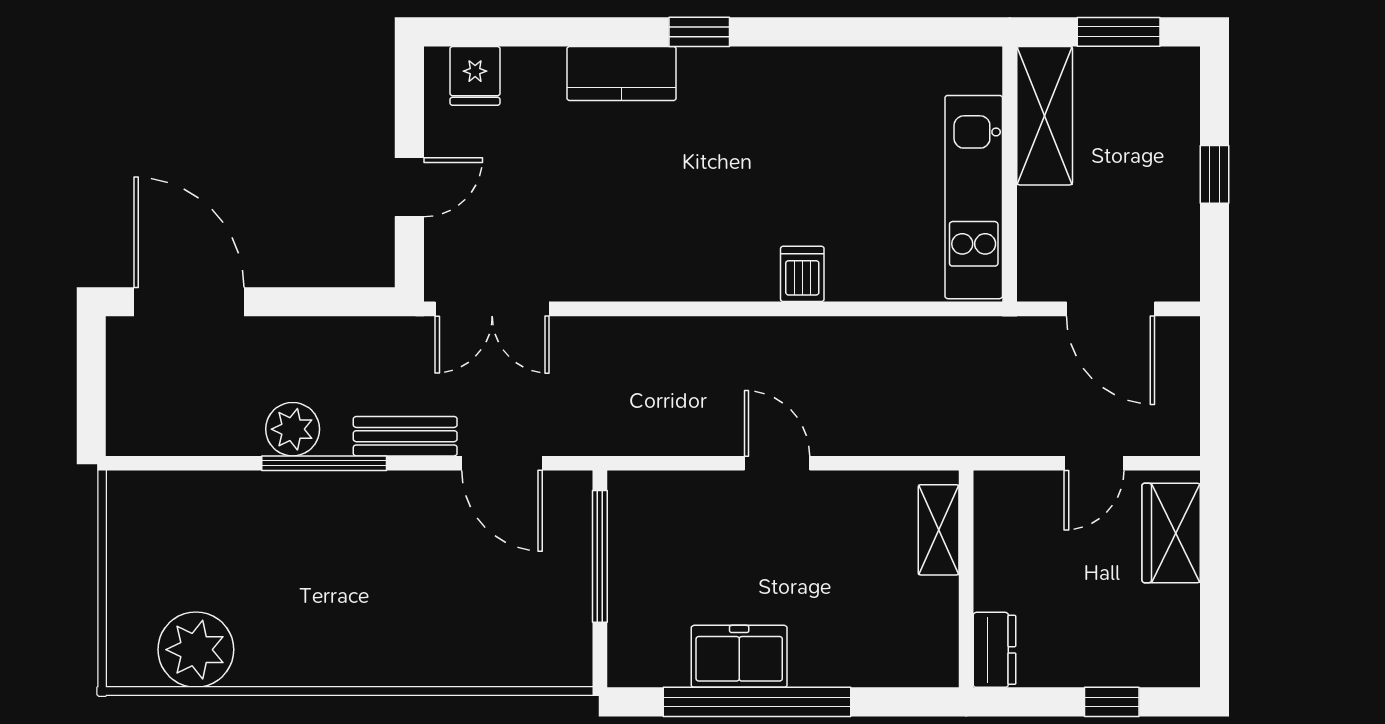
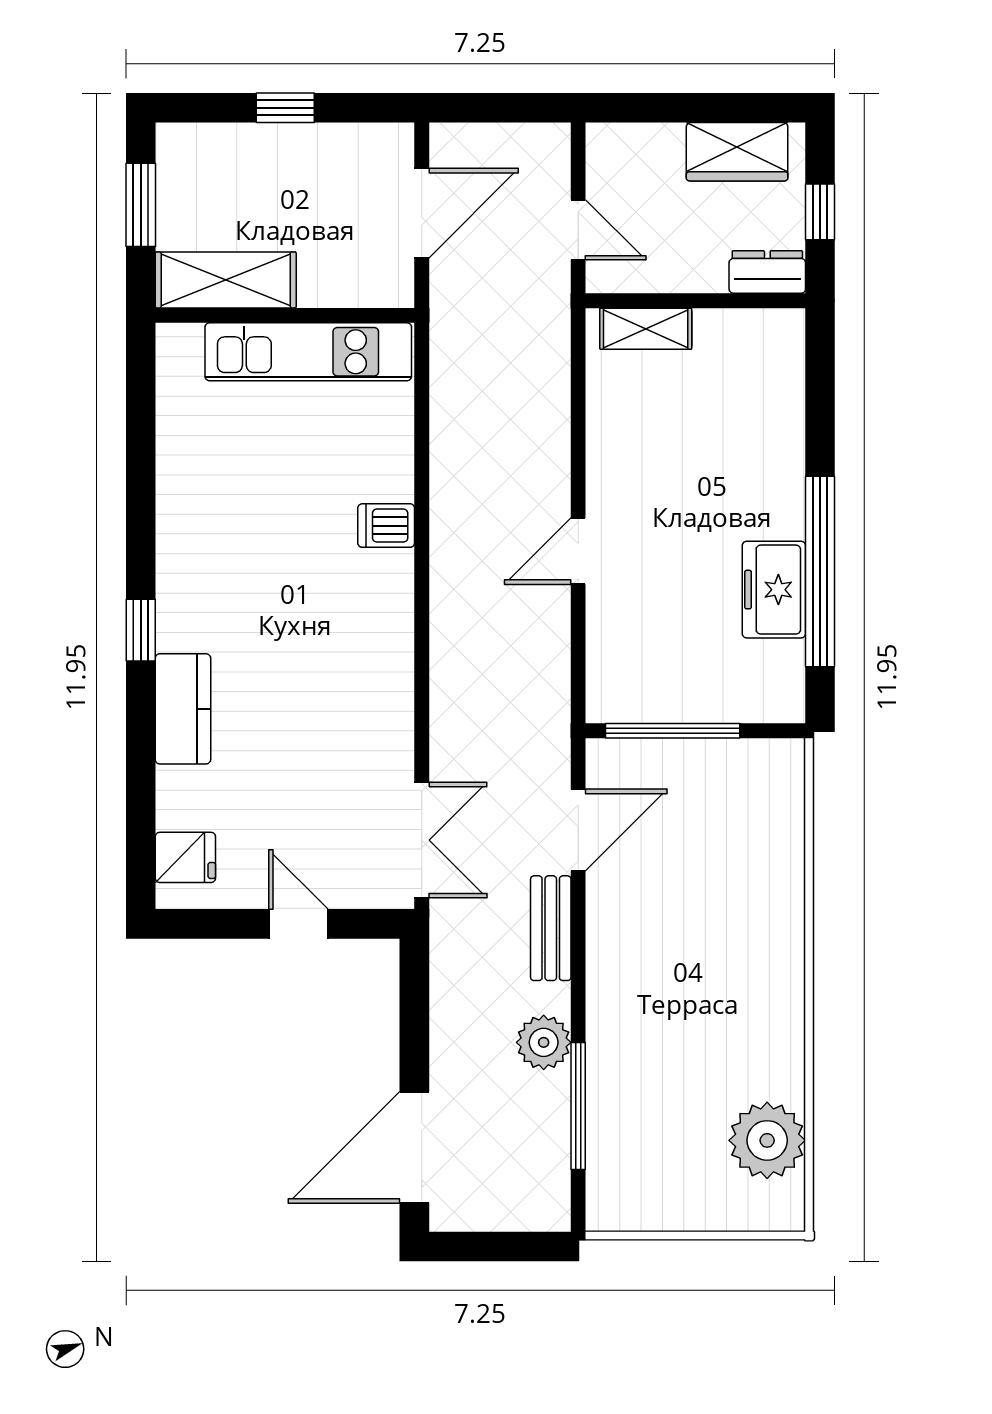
window: (324, 463) -> (578, 1106), moved
shelving: (939, 530) -> (646, 329), moved
wardrobe: (1171, 533) -> (737, 152), moved
wall: (966, 579) -> (695, 301), moved
dresser: (995, 650) -> (767, 272), moved

